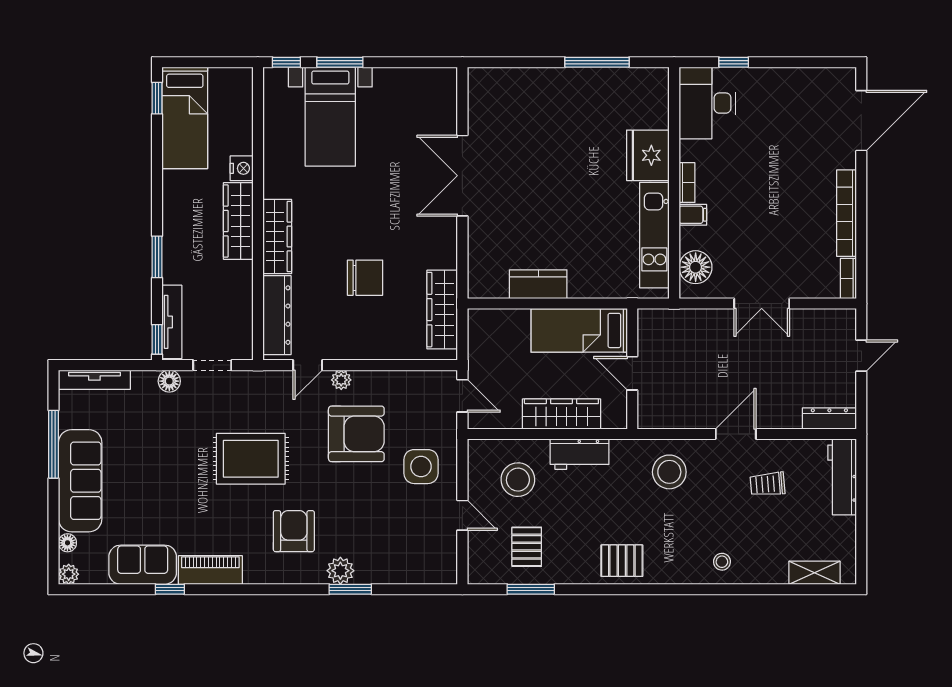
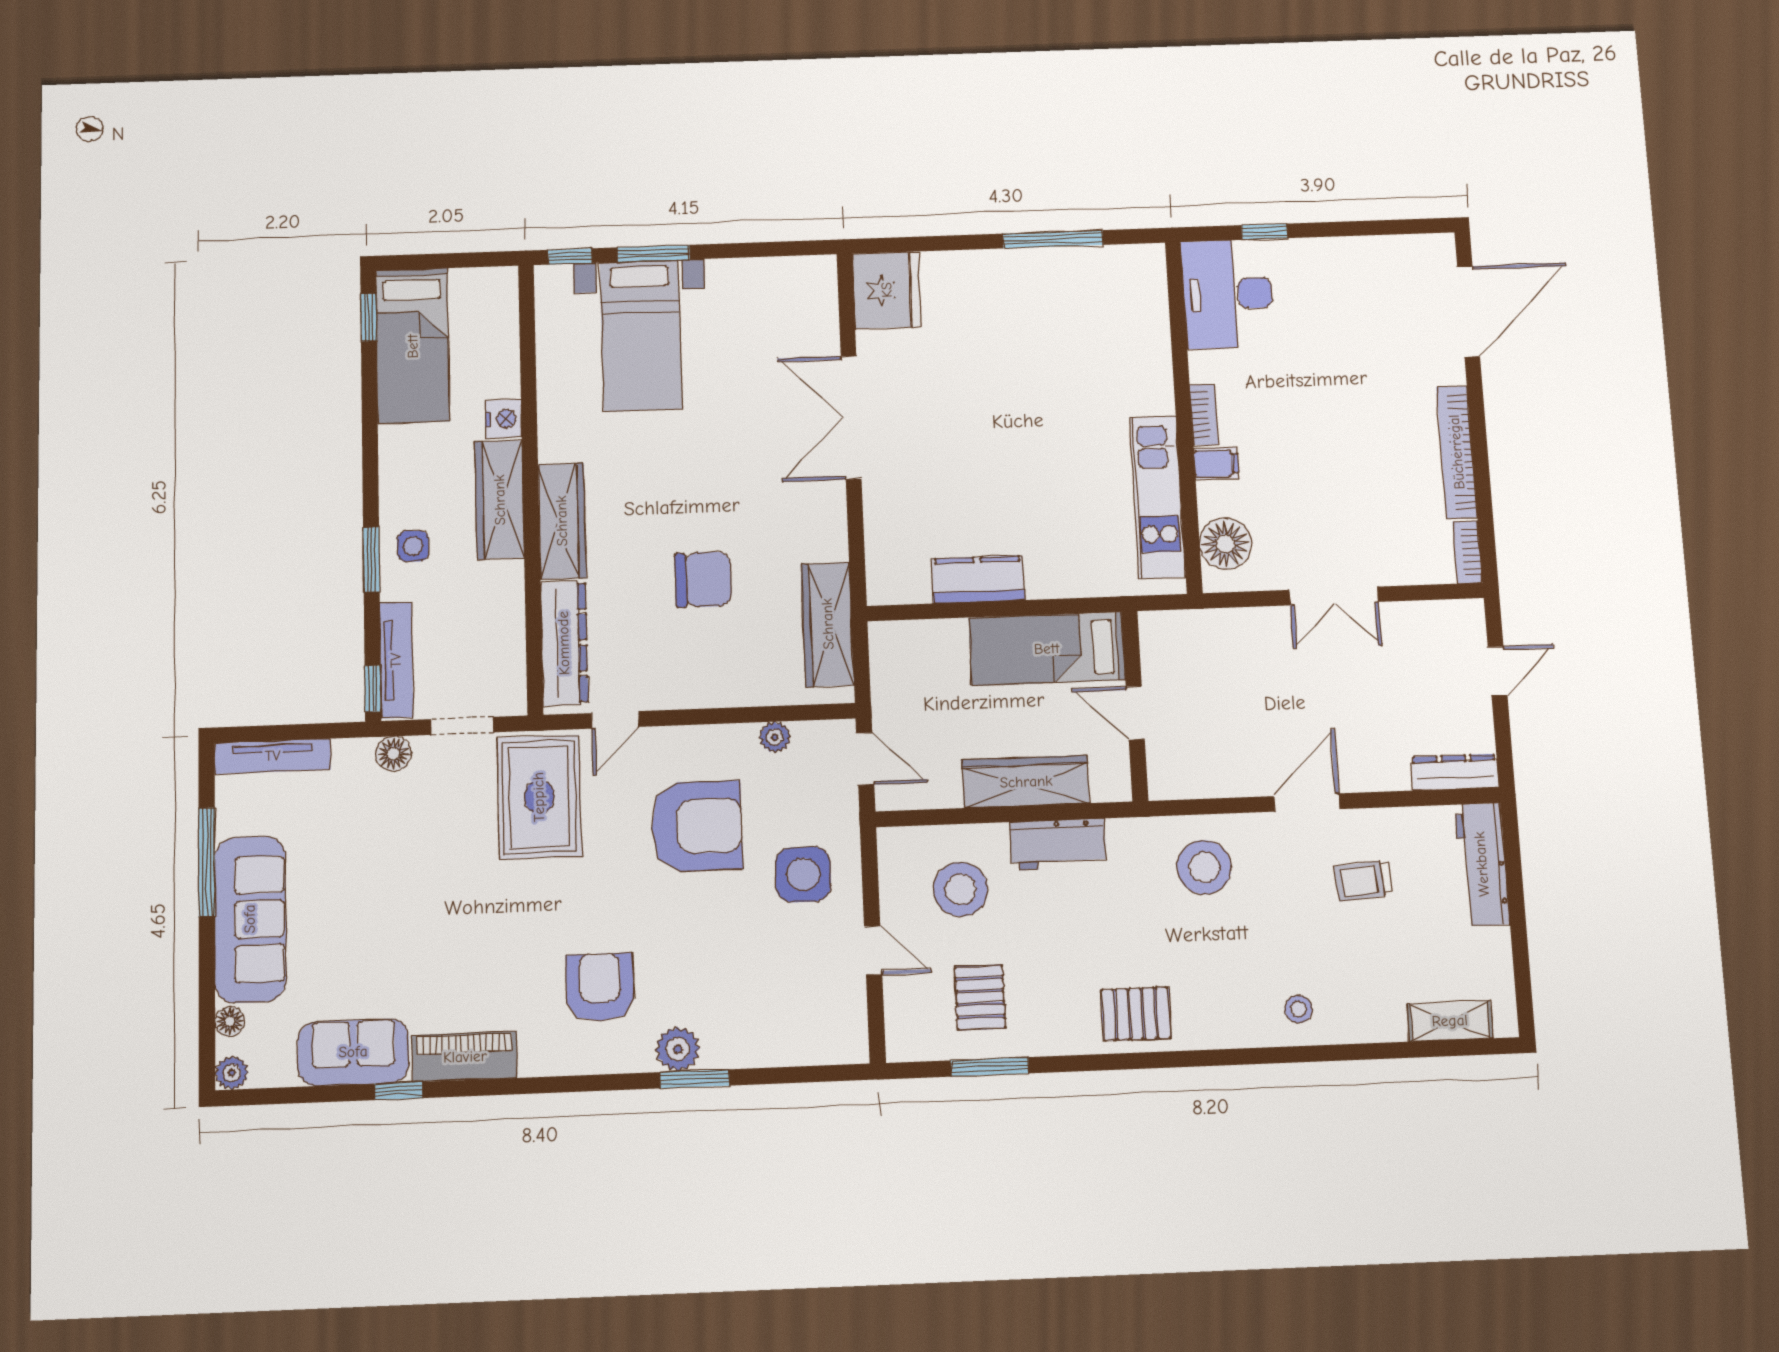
fridge: (648, 155) -> (887, 290), moved, turned 180
side table: (183, 249) -> (413, 546), added
plant: (341, 380) -> (775, 737), moved
rug: (251, 459) -> (539, 797), moved, turned 90

